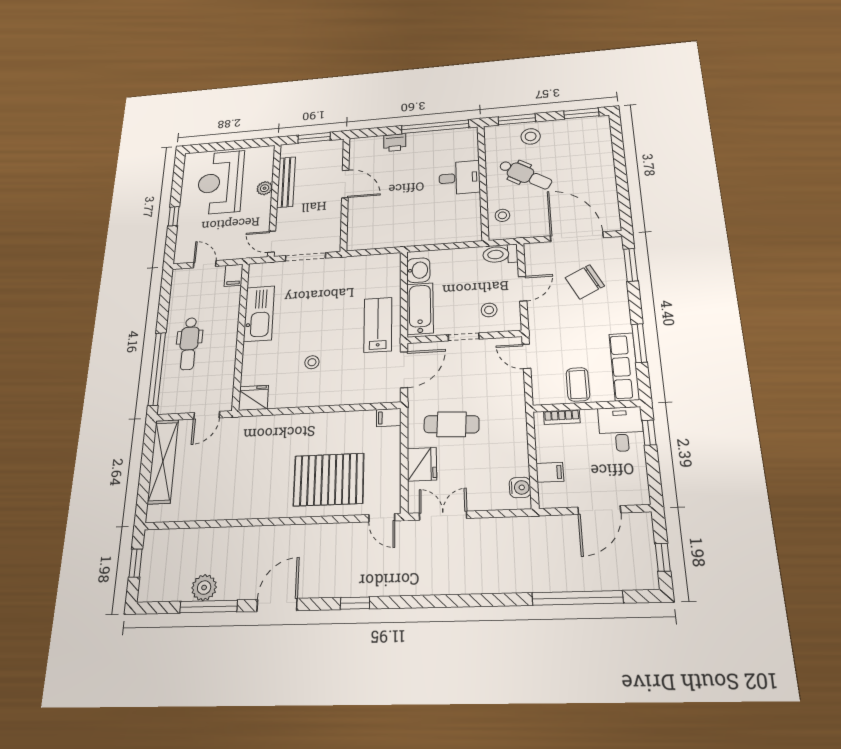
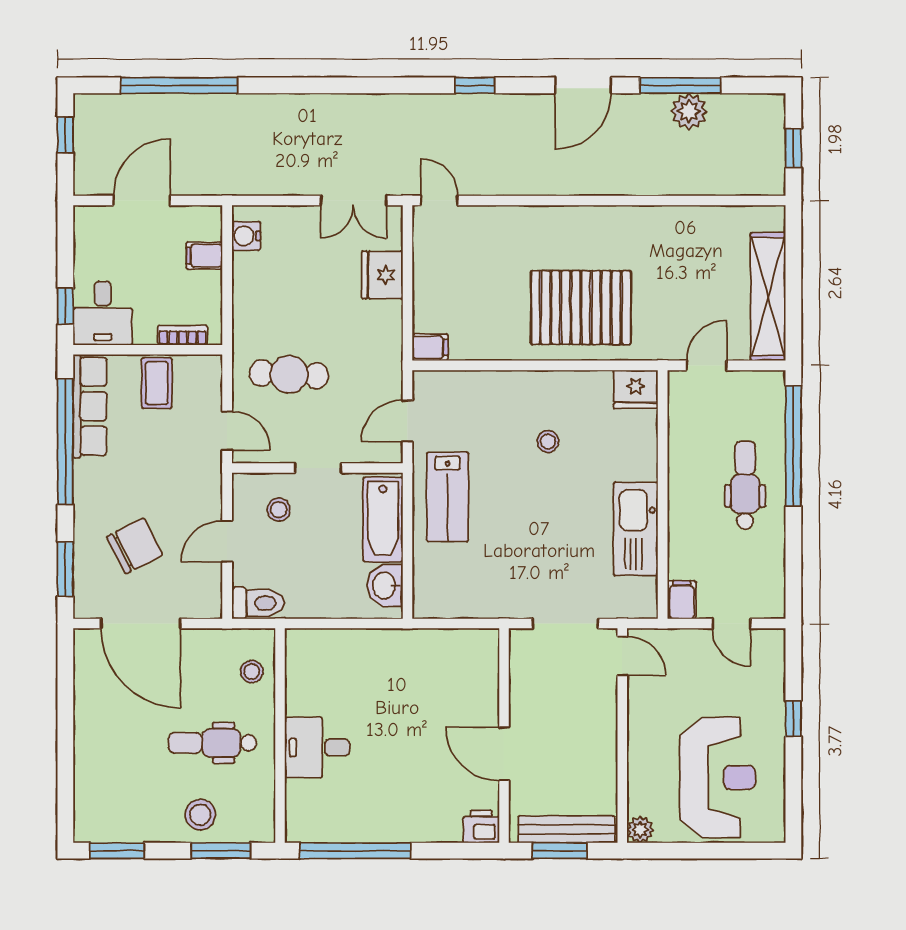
printer: (395, 143) -> (481, 826), moved
dental chair: (525, 175) -> (213, 743), turned -32
bench: (286, 182) -> (566, 829), moved, turned 90
plant: (265, 188) -> (640, 830), moved
window: (639, 343) -> (65, 441), width x2.11
door: (404, 370) -> (408, 421), width x0.73
cafe table: (451, 424) -> (289, 374), moved
pallet: (329, 480) -> (581, 308), moved

